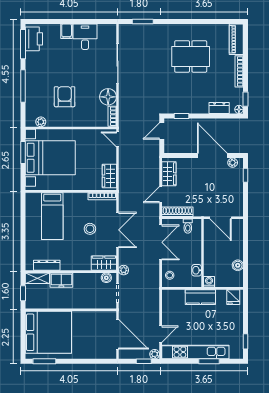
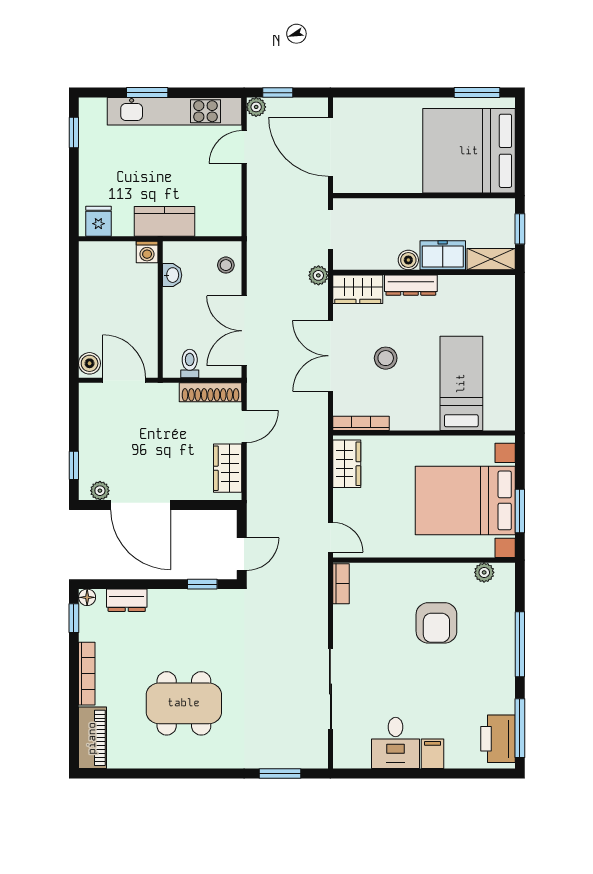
floor lamp: (108, 97) -> (349, 622), removed
dresser: (47, 265) -> (411, 285), moved
boiler: (238, 265) -> (90, 363), moved
boiler: (106, 278) -> (408, 260), moved

